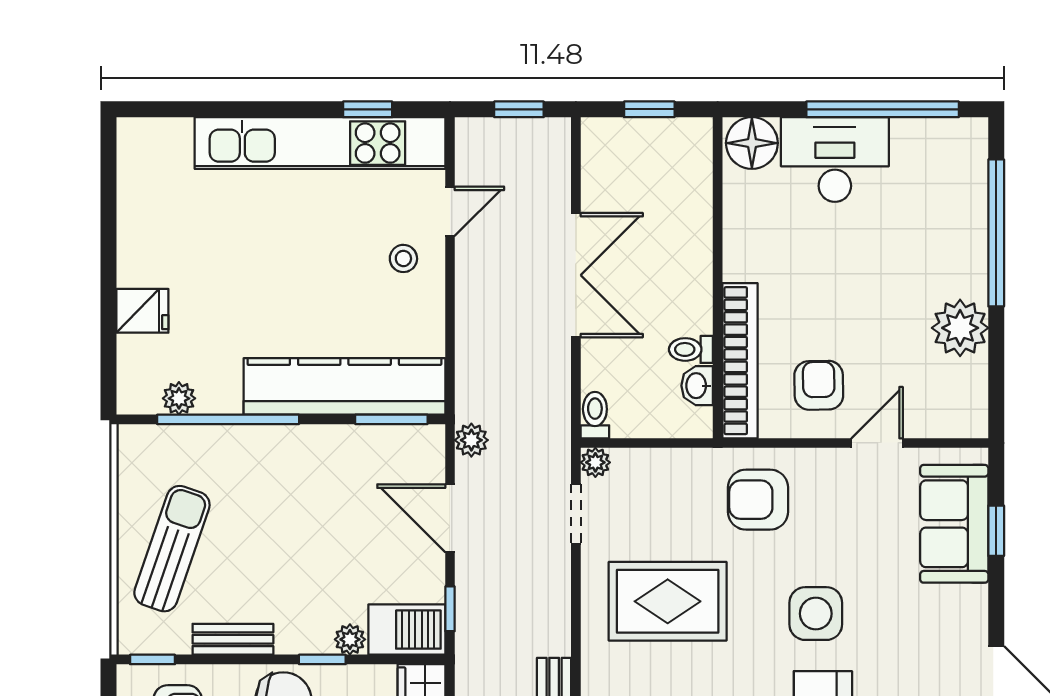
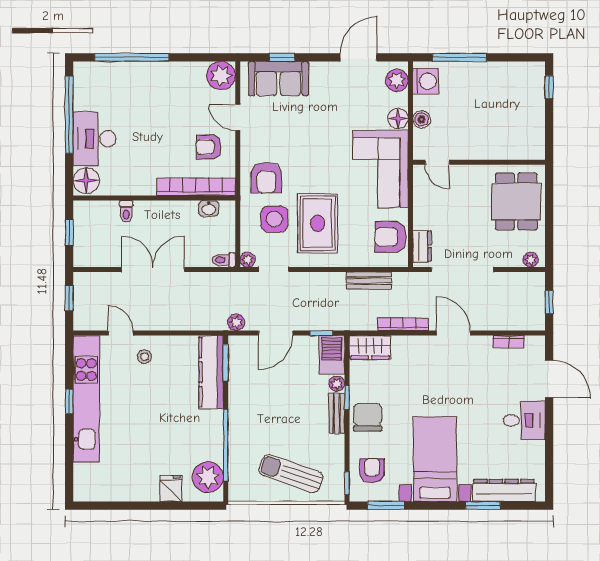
window: (368, 109) -> (69, 401), moved
plant: (960, 328) -> (221, 76), moved
toilet: (691, 349) -> (126, 211), moved
kitchen counter: (344, 386) -> (211, 372), width x0.72, depth x0.86
plant: (179, 398) -> (208, 477), width x1.88, depth x1.88
side table: (816, 614) -> (274, 219), moved
bench: (233, 639) -> (337, 413), moved

